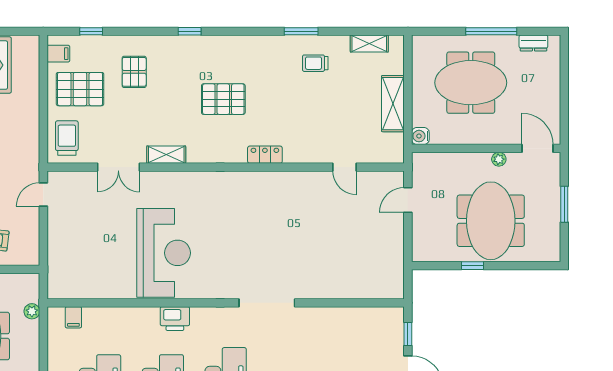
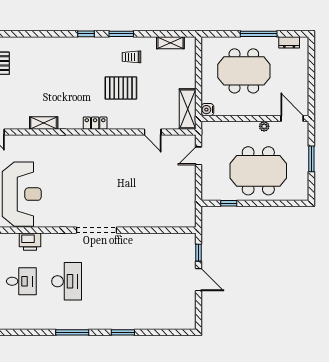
window: (190, 31) -> (86, 34), moved
pallet: (223, 99) -> (121, 88), moved
shelving: (393, 104) -> (188, 109), moved
shelving: (166, 155) -> (44, 123), moved
meeting table: (491, 221) -> (258, 171), turned 90
window: (472, 266) -> (229, 203), moved

